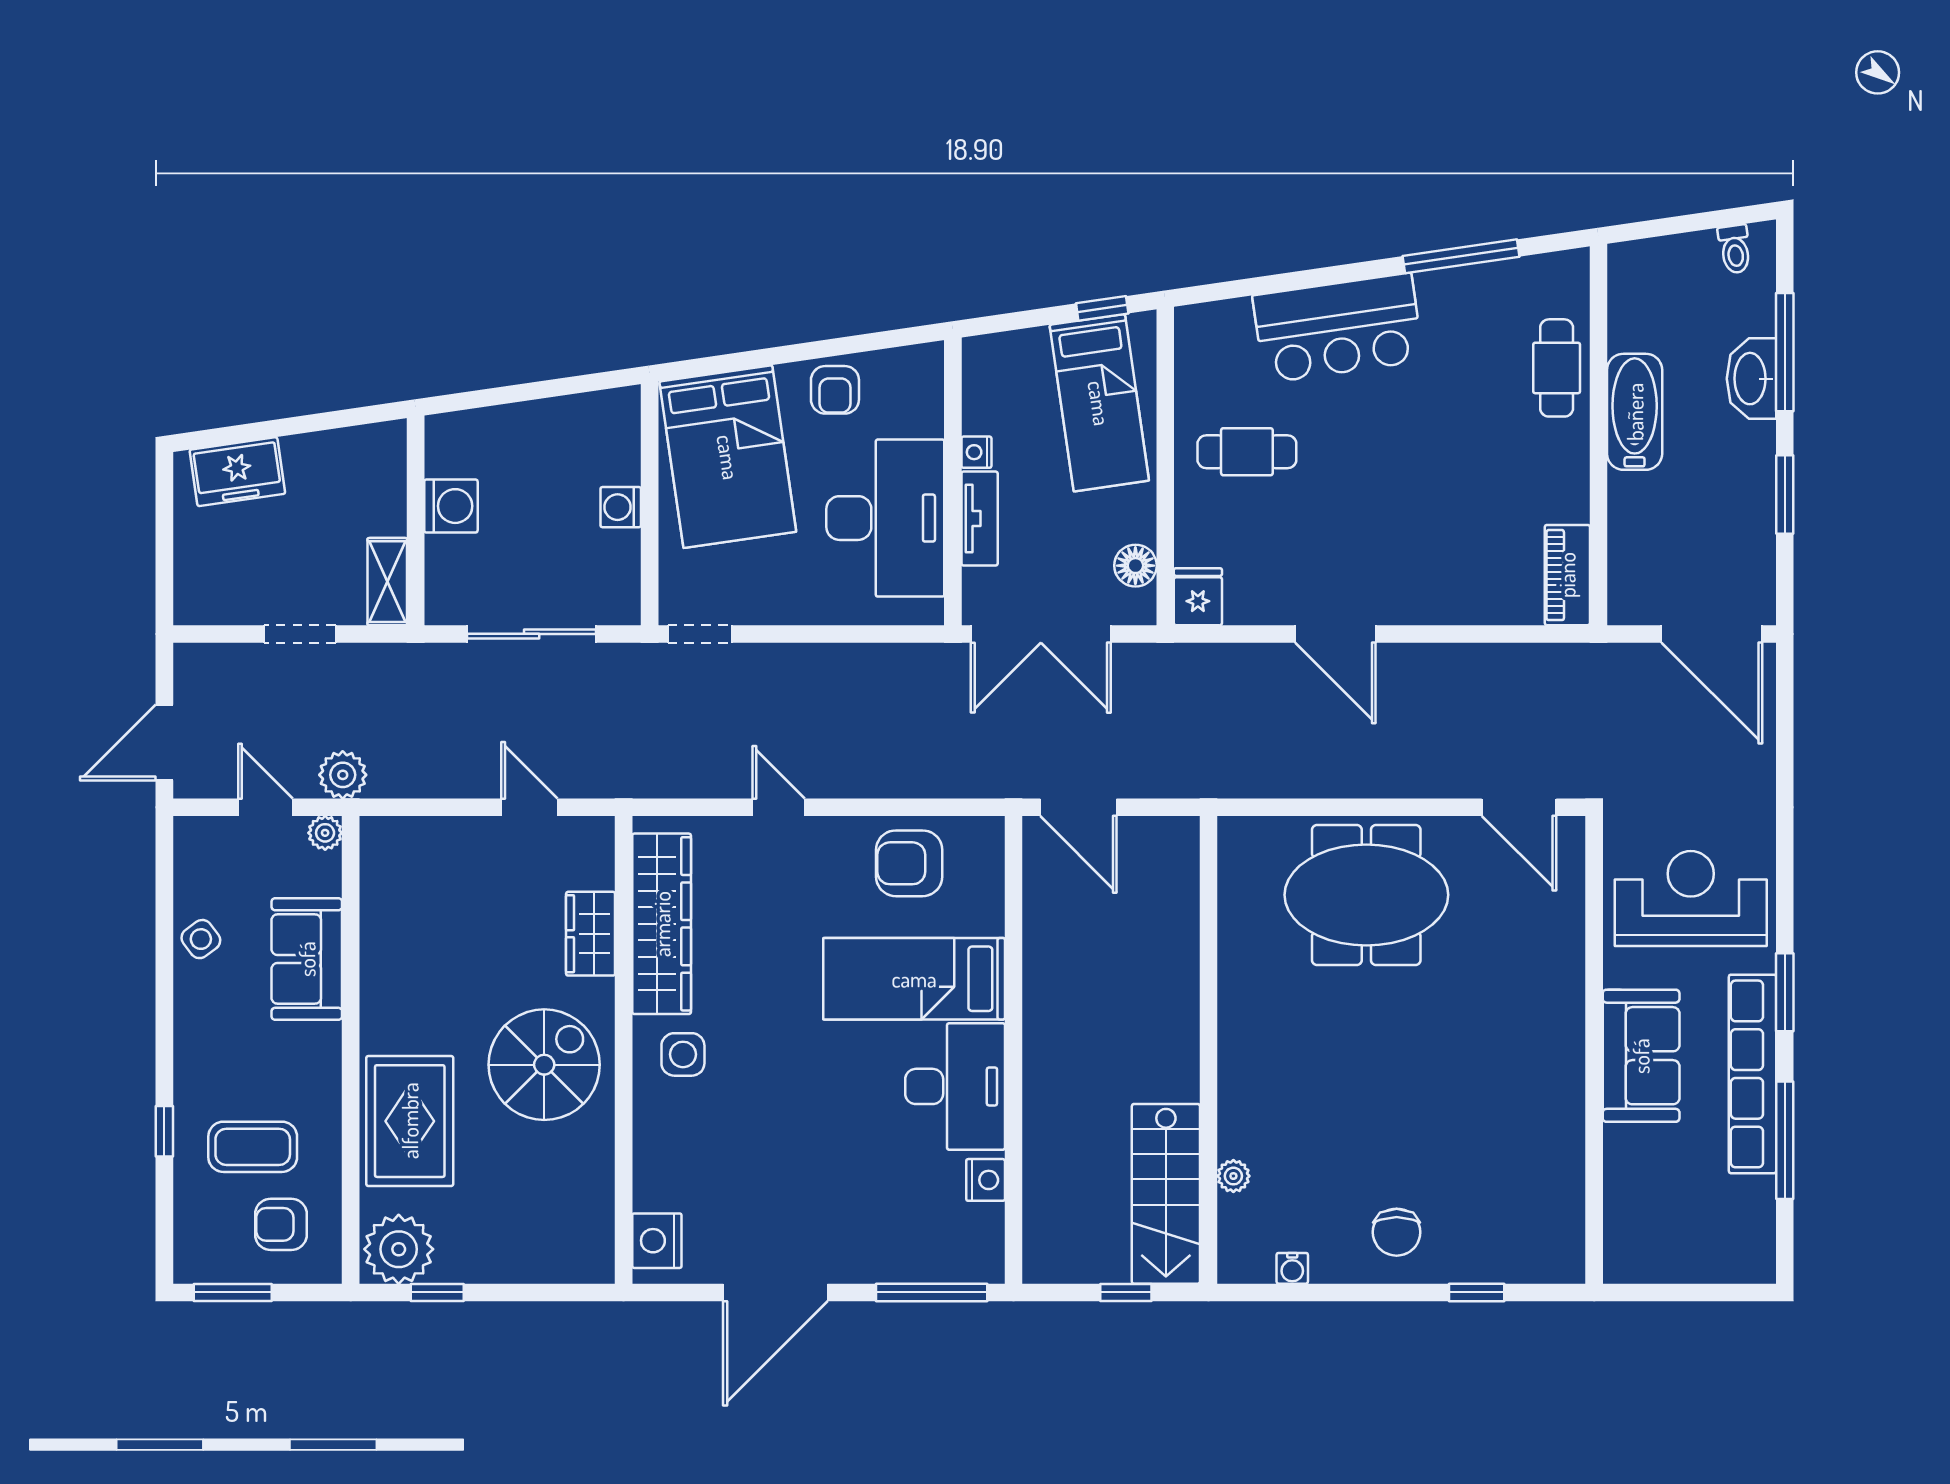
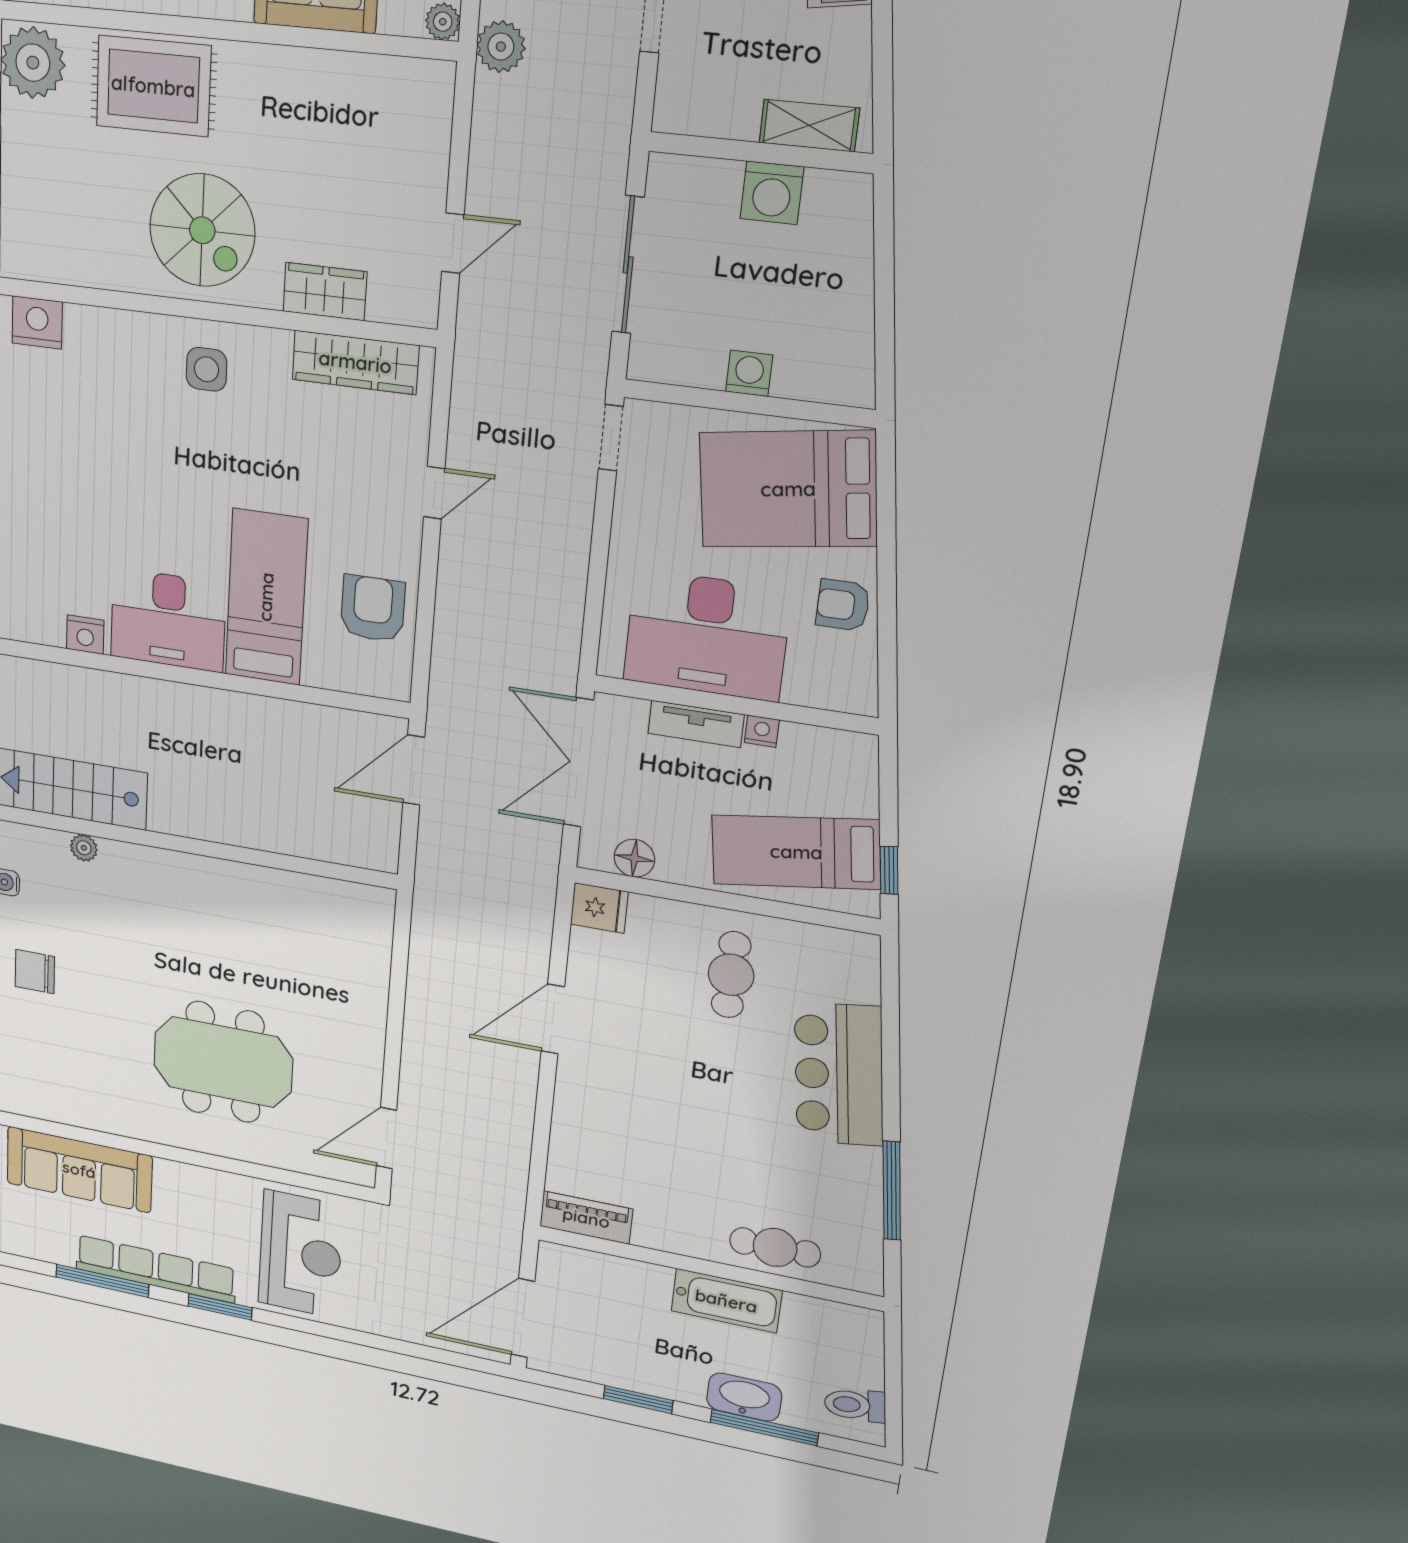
toilet: (1735, 249) -> (855, 1405), width x1.37, depth x1.39
shelving: (387, 582) -> (809, 125), moved
meeting table: (1366, 895) -> (223, 1062), moved, turned 90
wardrobe: (662, 924) -> (355, 362), width x0.71, depth x0.85
sofa: (1641, 1056) -> (79, 1170), moved, width x1.36

